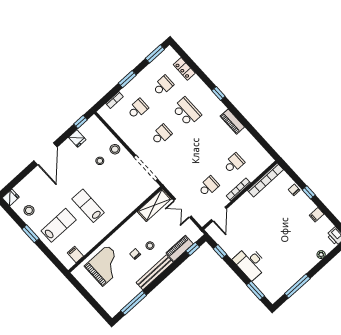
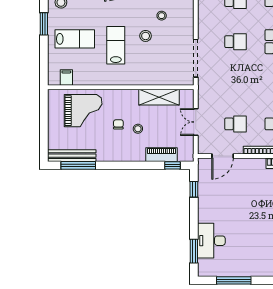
stool: (115, 149) -> (146, 36), moved
shelving: (154, 205) -> (159, 97), moved
desk: (250, 263) -> (211, 241), moved
bench: (155, 272) -> (72, 156), moved

